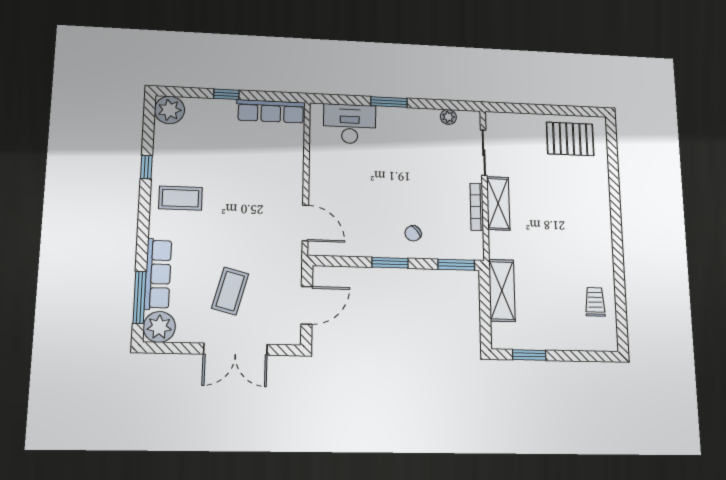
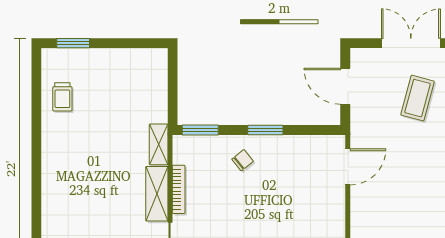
door: (305, 223) -> (348, 167), swing flipped
shelving: (502, 290) -> (159, 144), moved, width x0.67, depth x0.75
door: (307, 305) -> (345, 86), hinge flipped
window: (529, 355) -> (73, 43), moved

